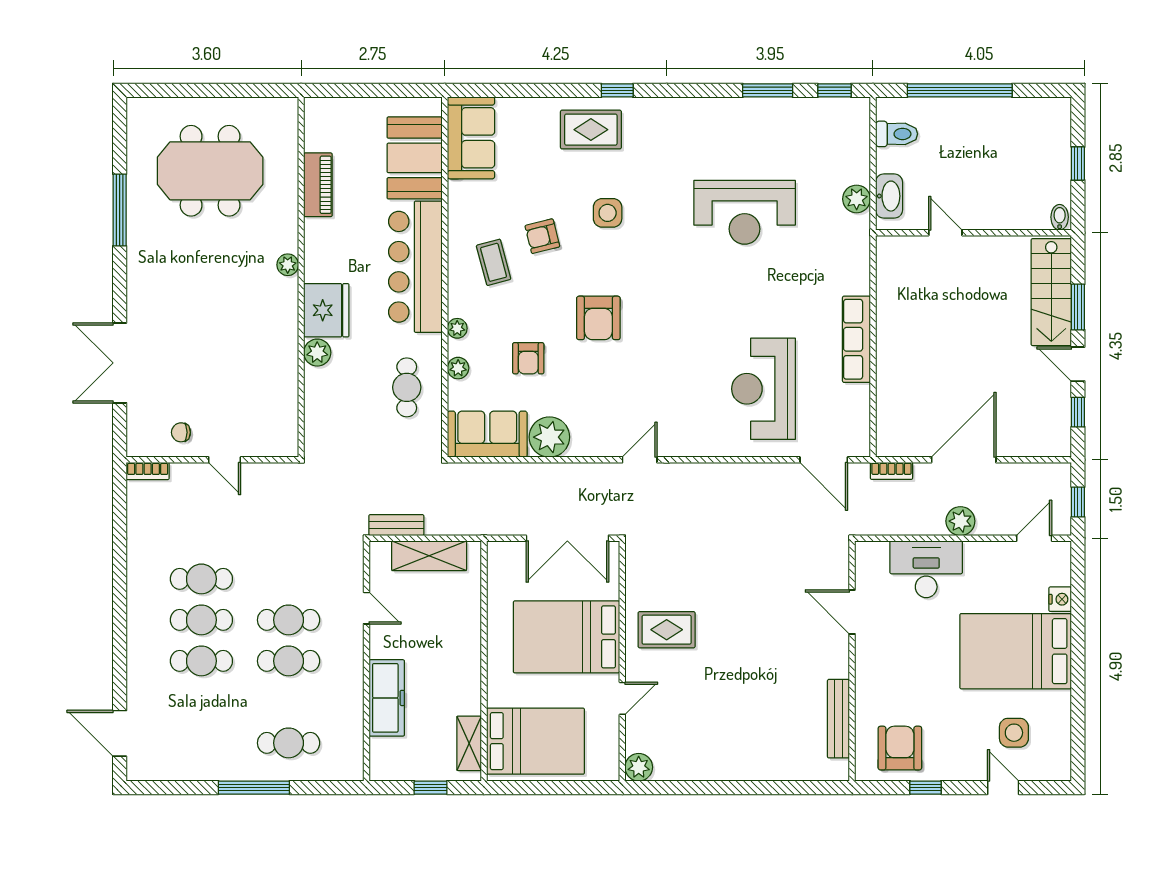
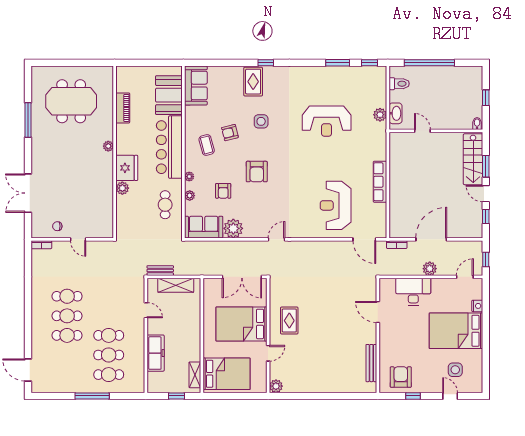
rug: (591, 130) -> (253, 82), turned 90
cafe table: (289, 620) -> (109, 355), moved
rug: (667, 630) -> (289, 321), turned 90

